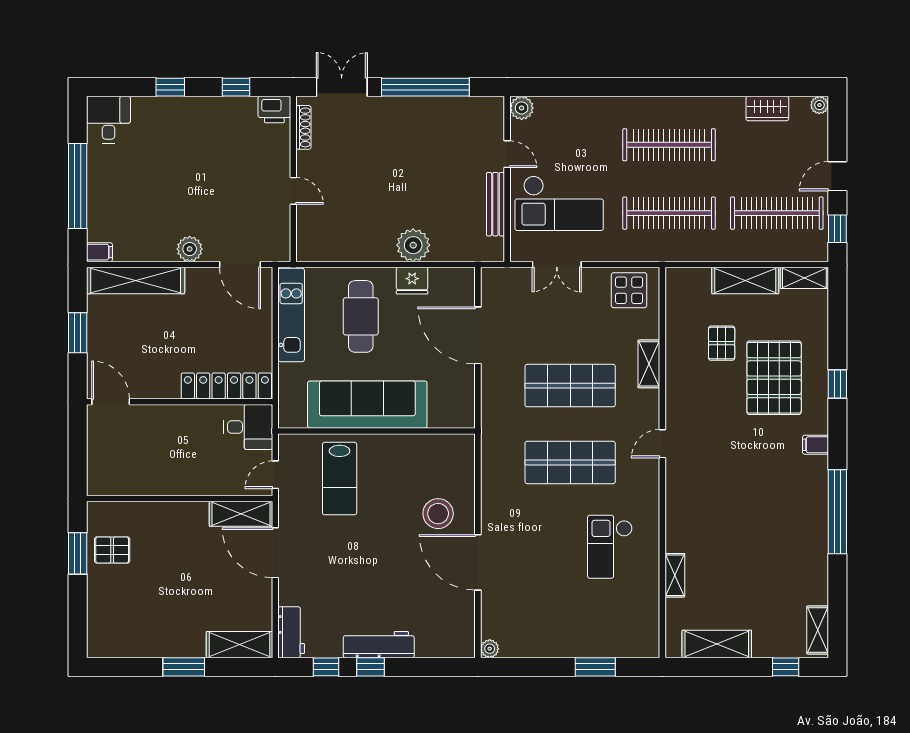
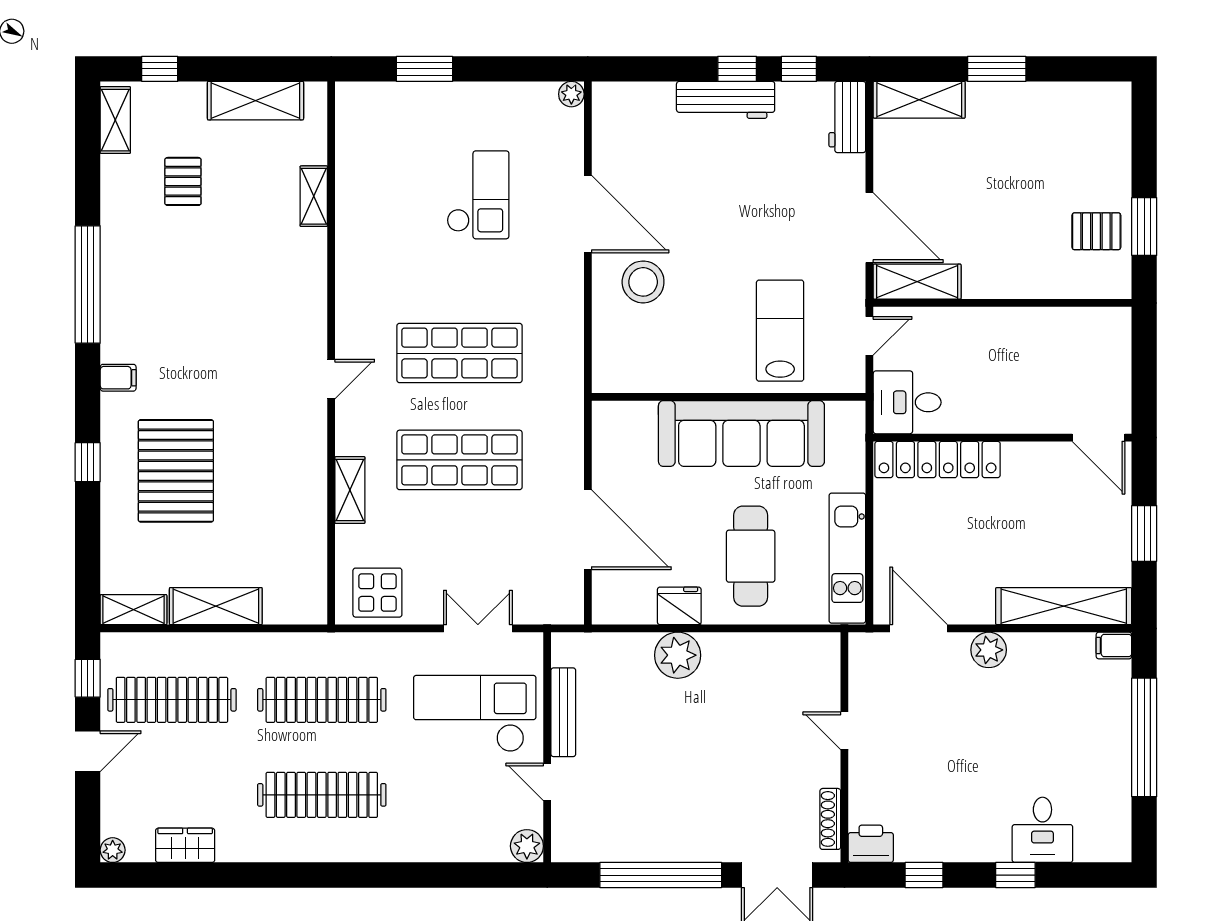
desk: (108, 120) -> (1042, 830), moved
pallet: (722, 343) -> (183, 181), moved
checkout: (610, 547) -> (478, 195), moved

